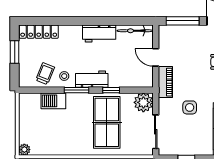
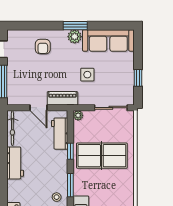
door: (156, 57) -> (38, 108), hinge flipped
workbench: (92, 79) -> (60, 134), moved
plant: (143, 102) -> (78, 115), width x0.53, depth x0.53

